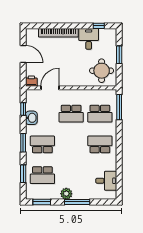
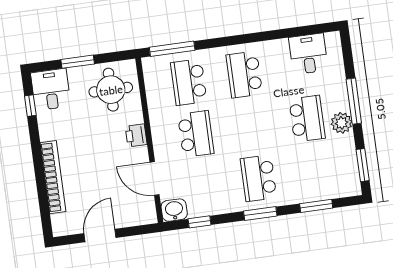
desk: (89, 39) -> (51, 89), moved, turned 90
printer: (31, 81) -> (136, 135), moved
school desk: (100, 114) -> (189, 82), turned 180
washbasin: (31, 118) -> (174, 210), moved
school desk: (42, 175) -> (307, 119), moved

